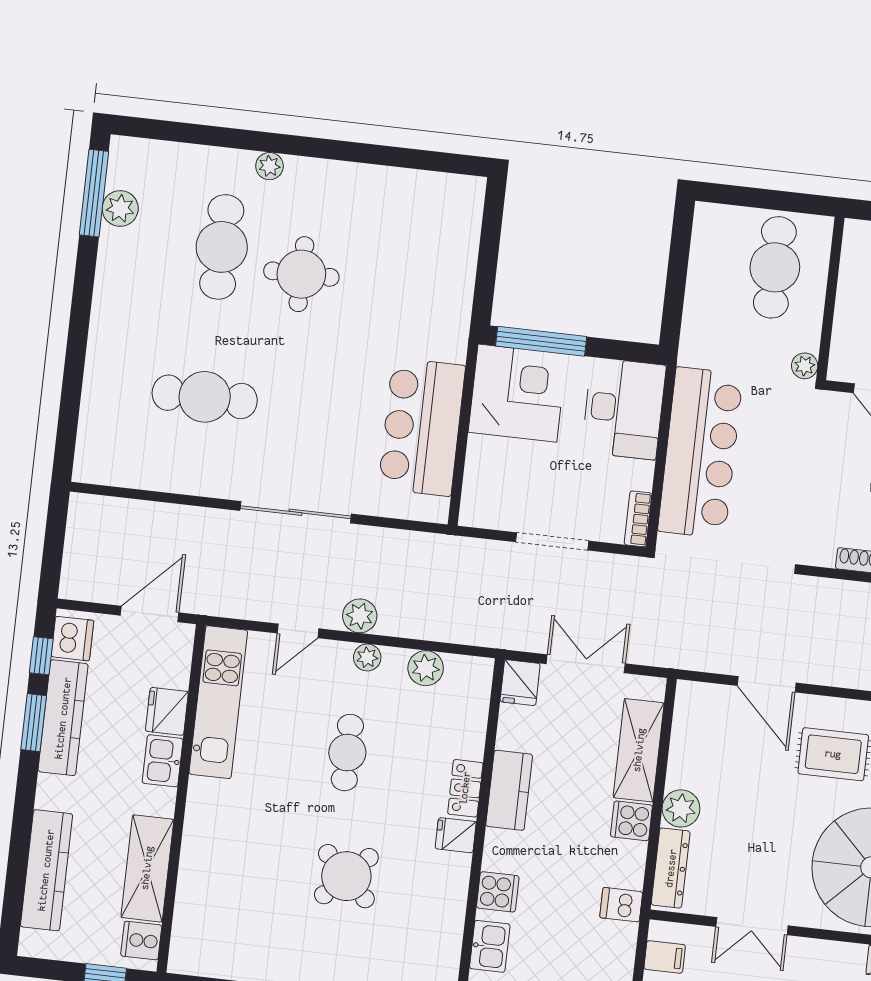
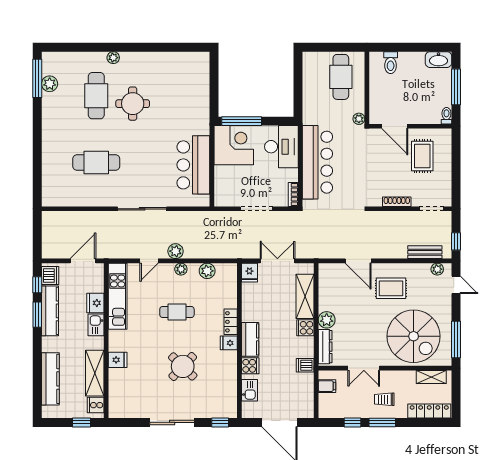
cafe table: (347, 753) -> (177, 312), turned 90
kitchen counter: (509, 790) -> (250, 339), moved
fridge: (202, 845) -> (118, 360), added

